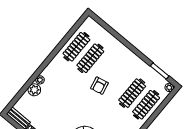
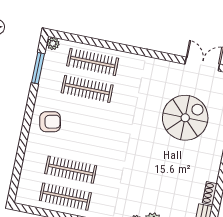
armchair: (99, 86) -> (50, 122), moved

